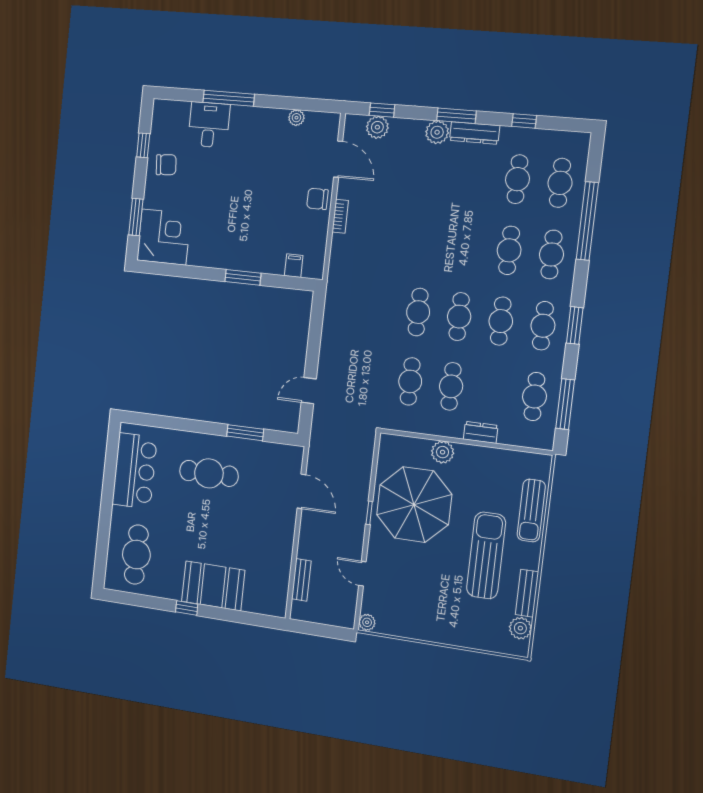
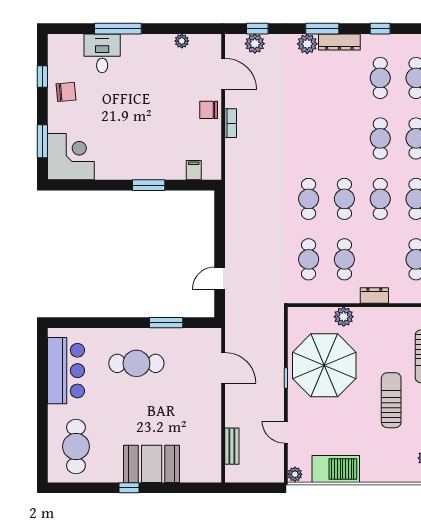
sun lounger: (486, 555) -> (391, 400), width x0.73, depth x0.75
barbecue: (414, 624) -> (336, 469), added

